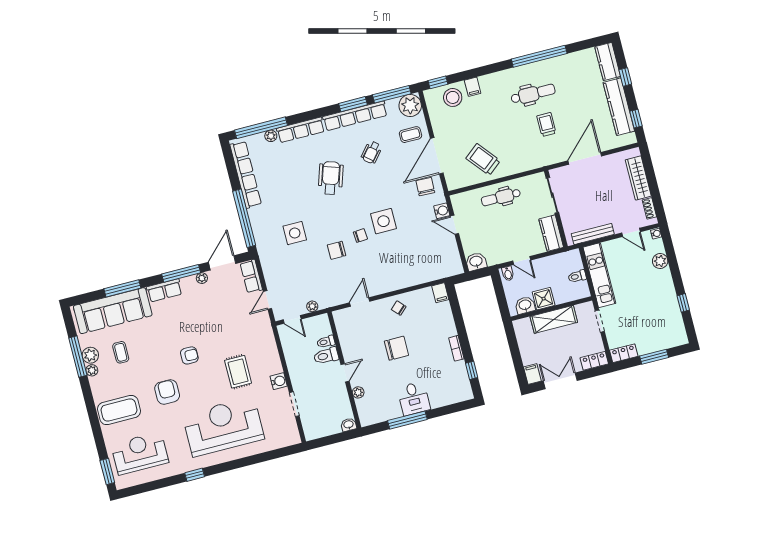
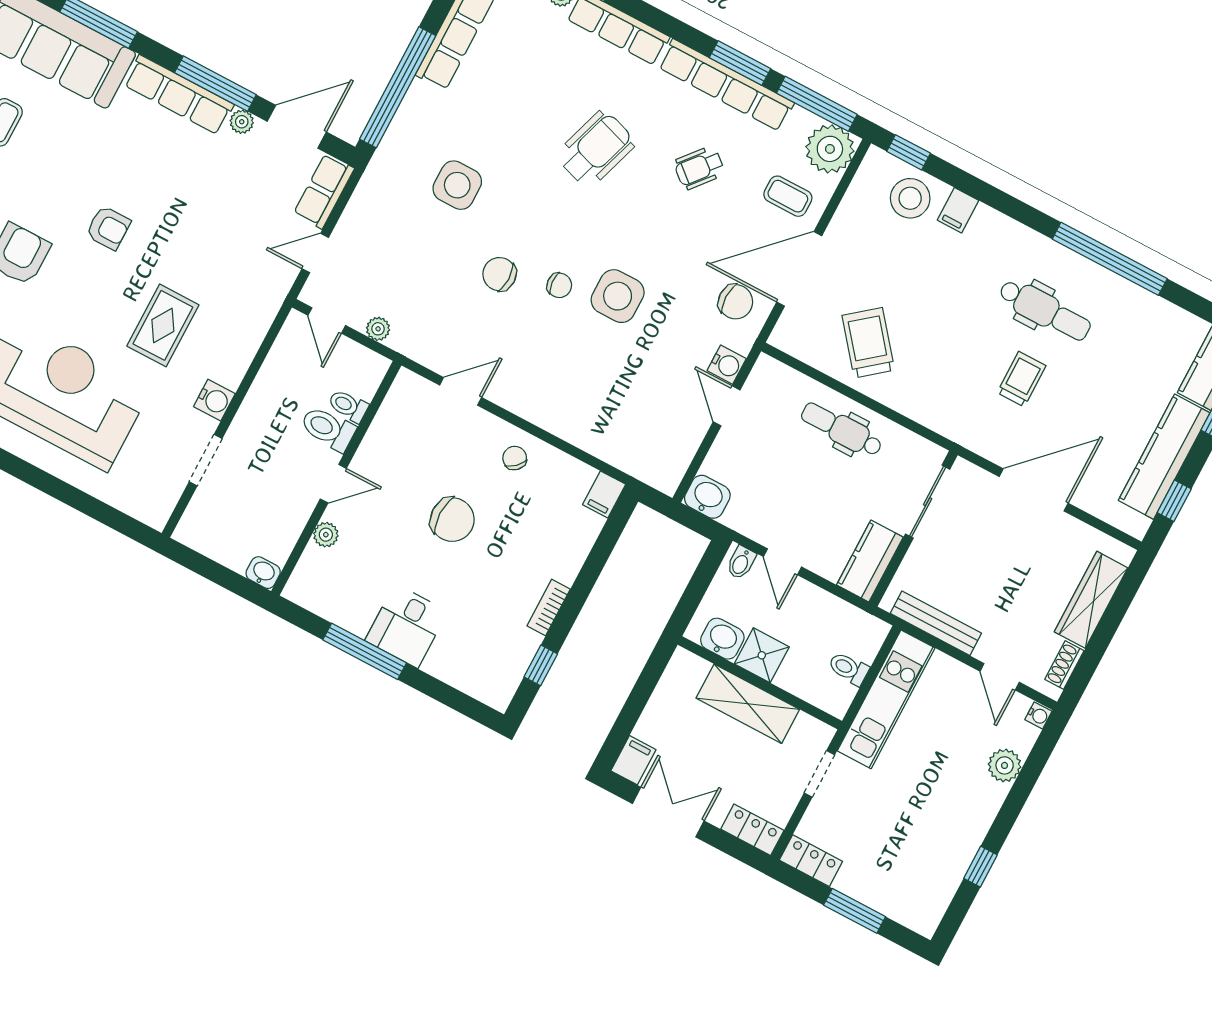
chair: (425, 187) -> (736, 302), turned 88
row of seats: (164, 290) -> (179, 95), width x1.48

